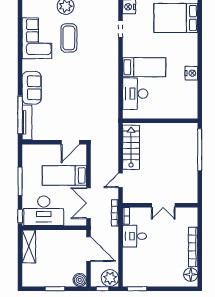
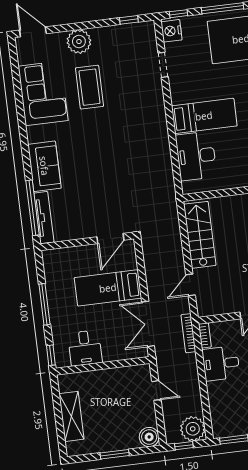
desk: (44, 211) -> (85, 348), width x0.53, depth x0.77
shelving: (29, 246) -> (71, 416), moved
door: (89, 249) -> (156, 390), width x0.53

